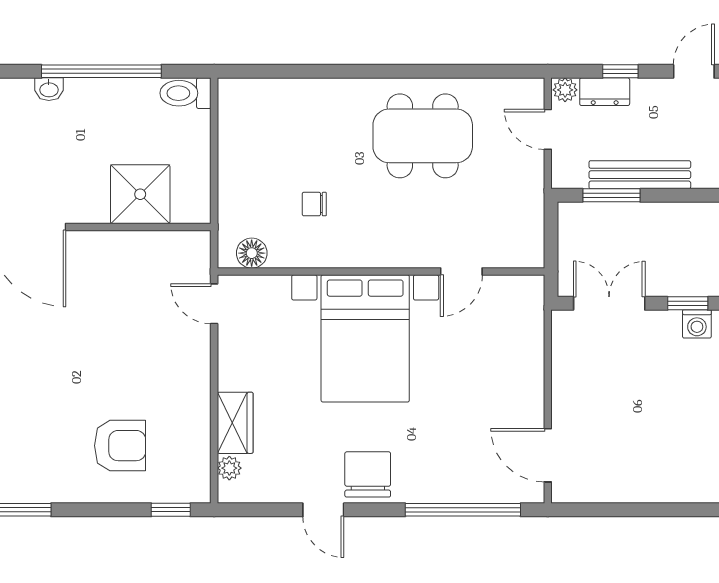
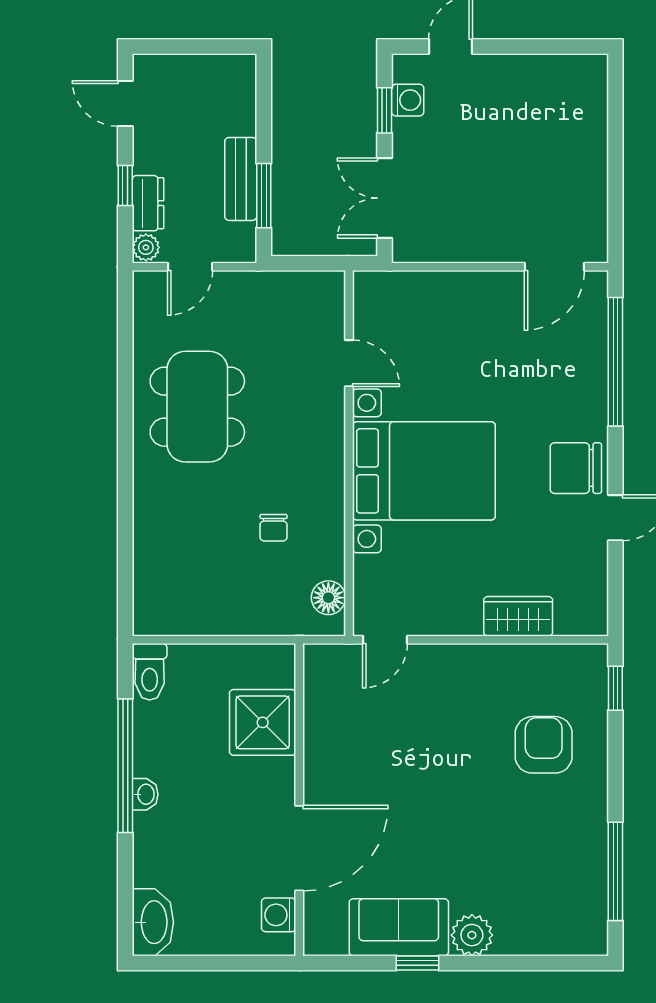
washbasin: (49, 89) -> (145, 794), moved
bench: (640, 175) -> (241, 179), width x0.73
plant: (229, 468) -> (569, 623), removed

